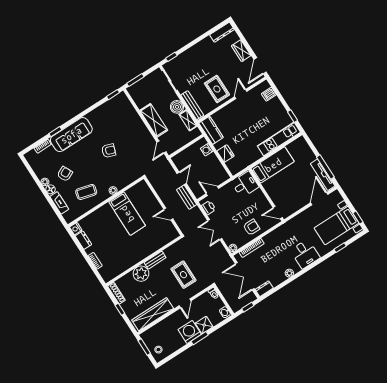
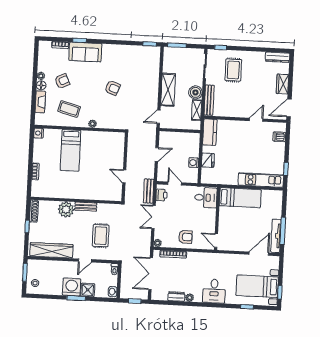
rug: (217, 89) -> (233, 70), moved
sofa: (71, 135) -> (85, 52), width x0.73
washing machine: (207, 150) -> (194, 163), moved
bench: (187, 197) -> (149, 191), moved
bed: (127, 214) -> (70, 150), moved
dresser: (83, 240) -> (38, 147), removed
dresser: (264, 289) -> (176, 296), moved

